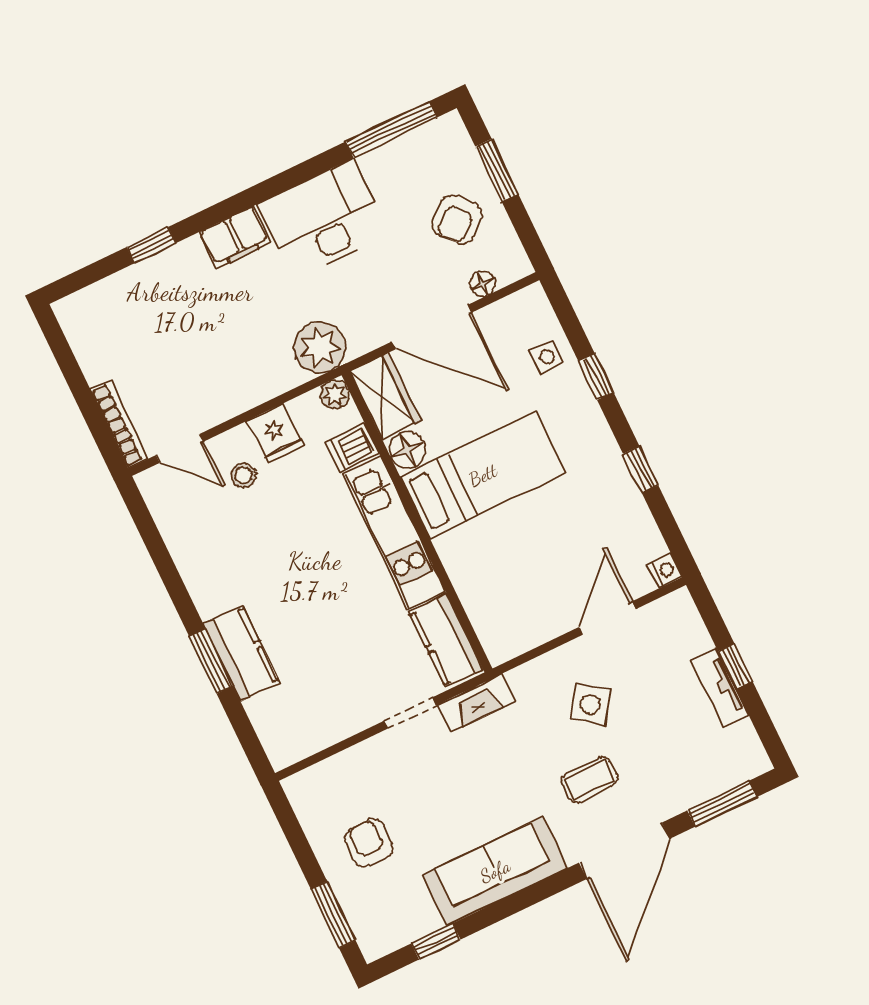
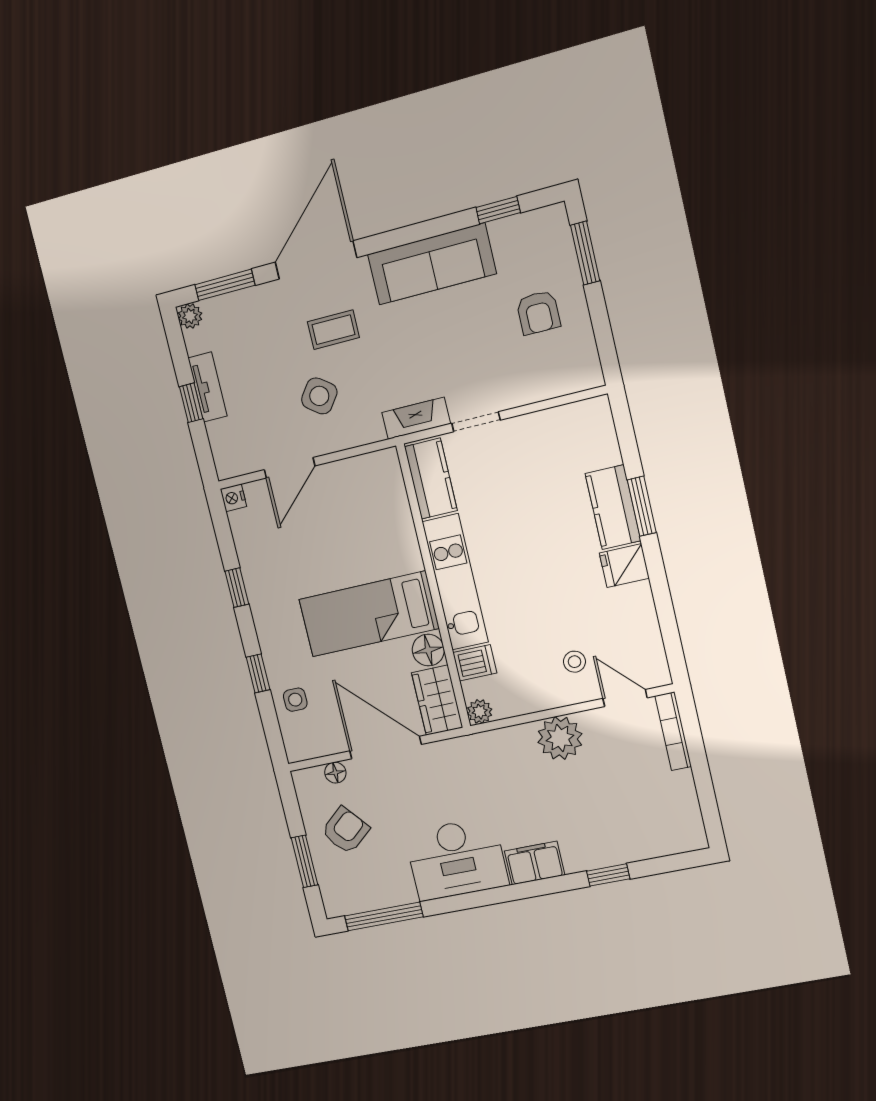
plant: (320, 348) -> (560, 738), moved
fridge: (276, 433) -> (624, 566), moved, turned -90
plant: (755, 762) -> (190, 316), added

